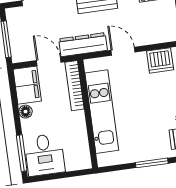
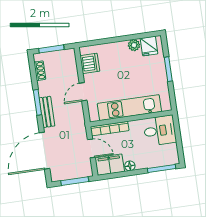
dresser: (83, 45) -> (78, 122), removed
door: (49, 61) -> (91, 148), swing flipped
desk: (44, 155) -> (160, 131), moved

